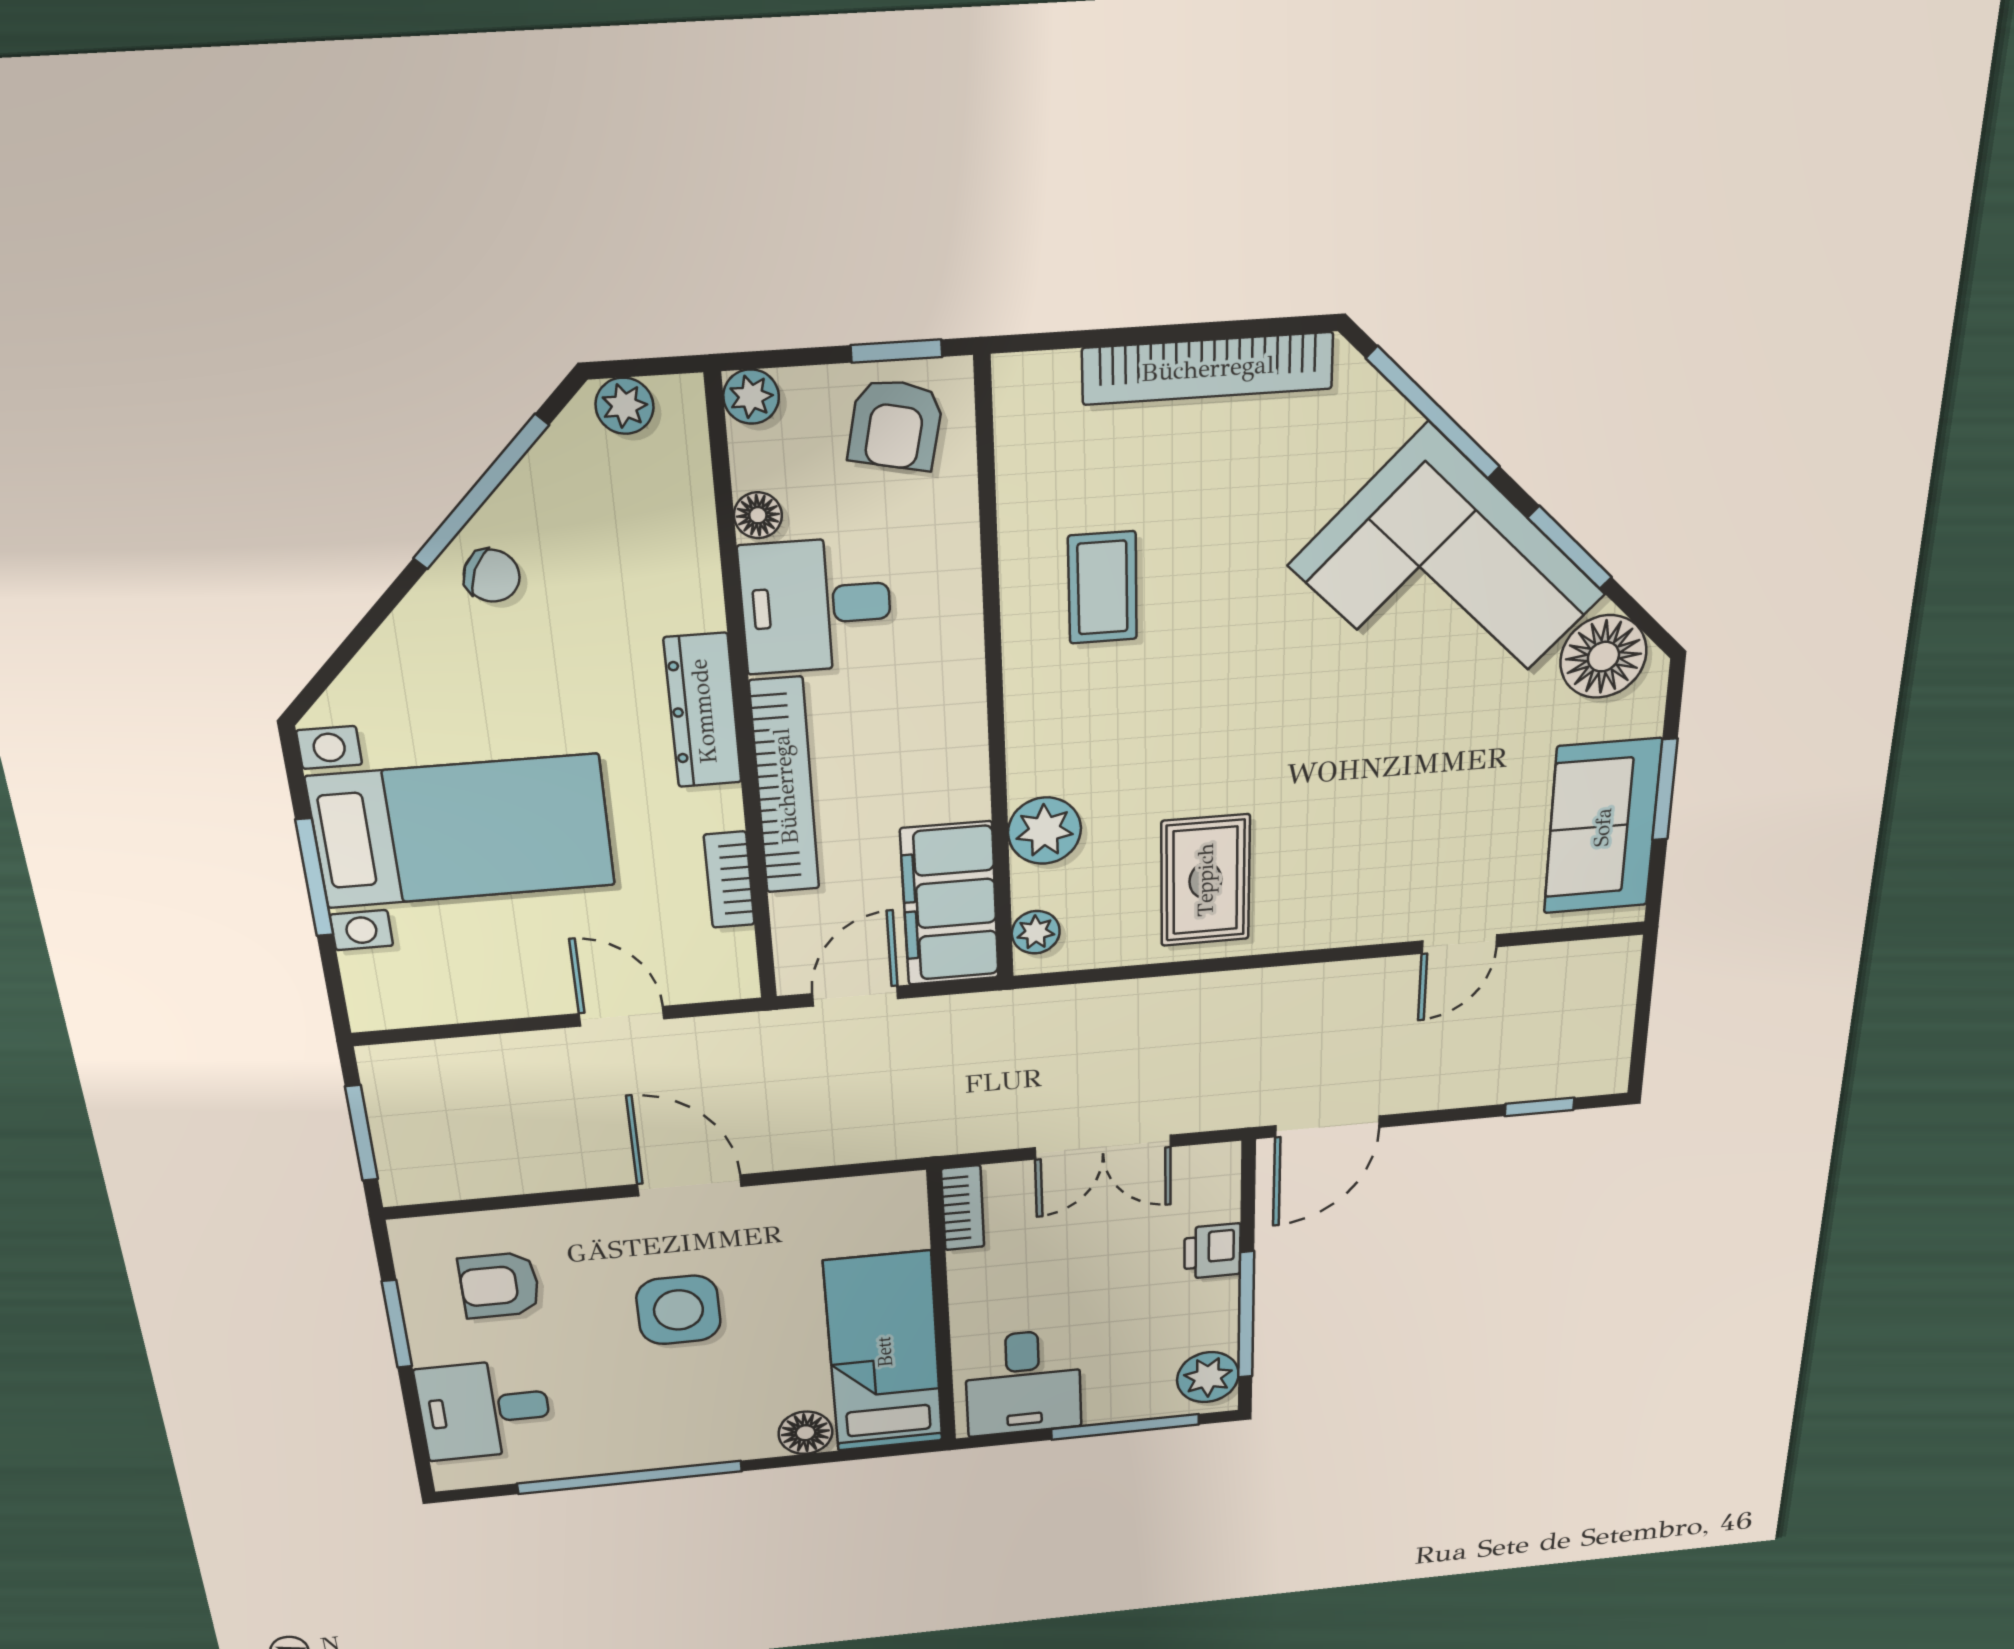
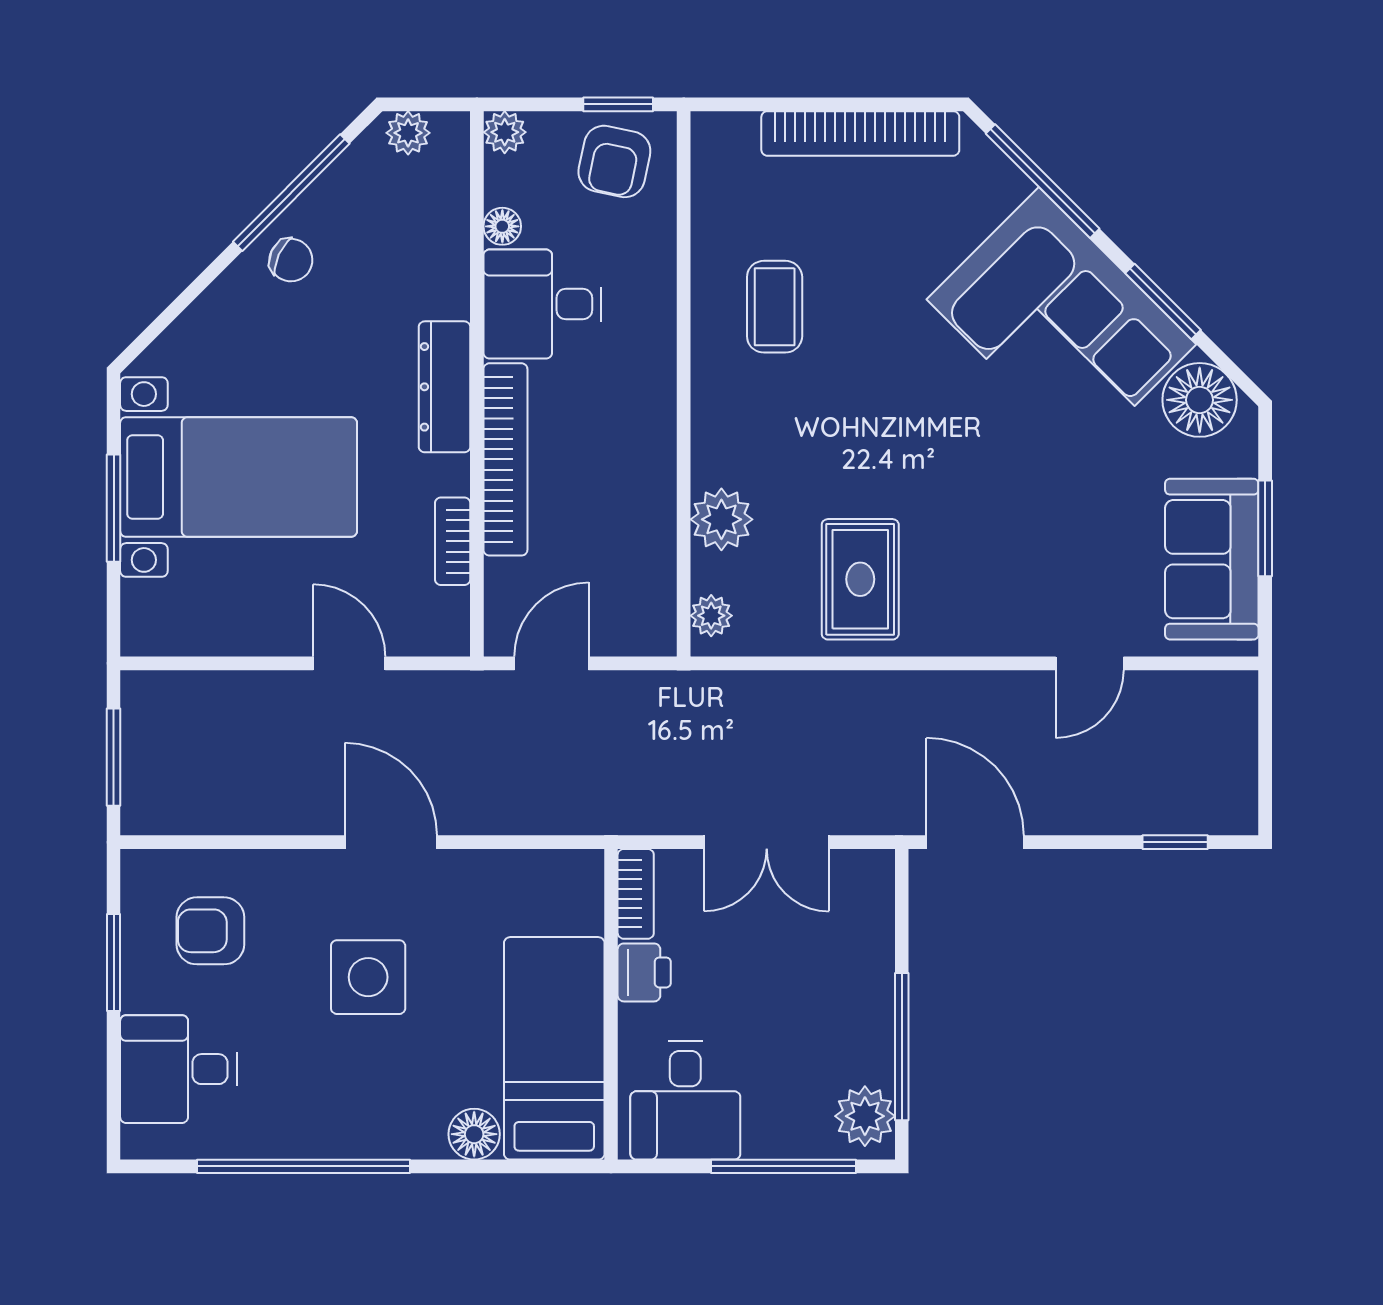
filing cabinet: (950, 904) -> (638, 581), removed
door: (1327, 1126) -> (975, 842), swing flipped
printer: (1212, 1251) -> (644, 972), moved, turned 180

